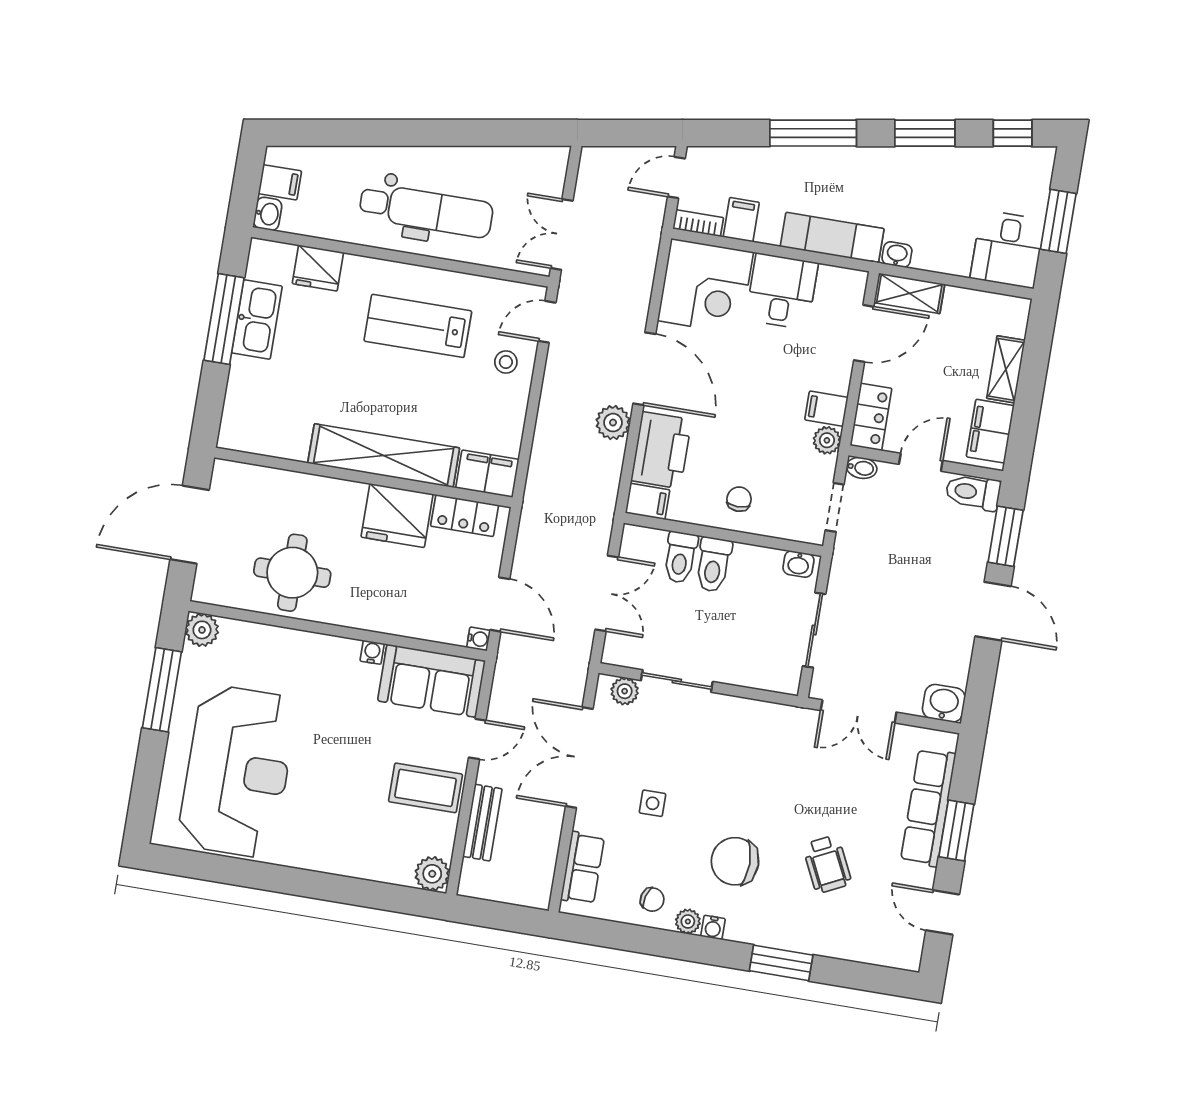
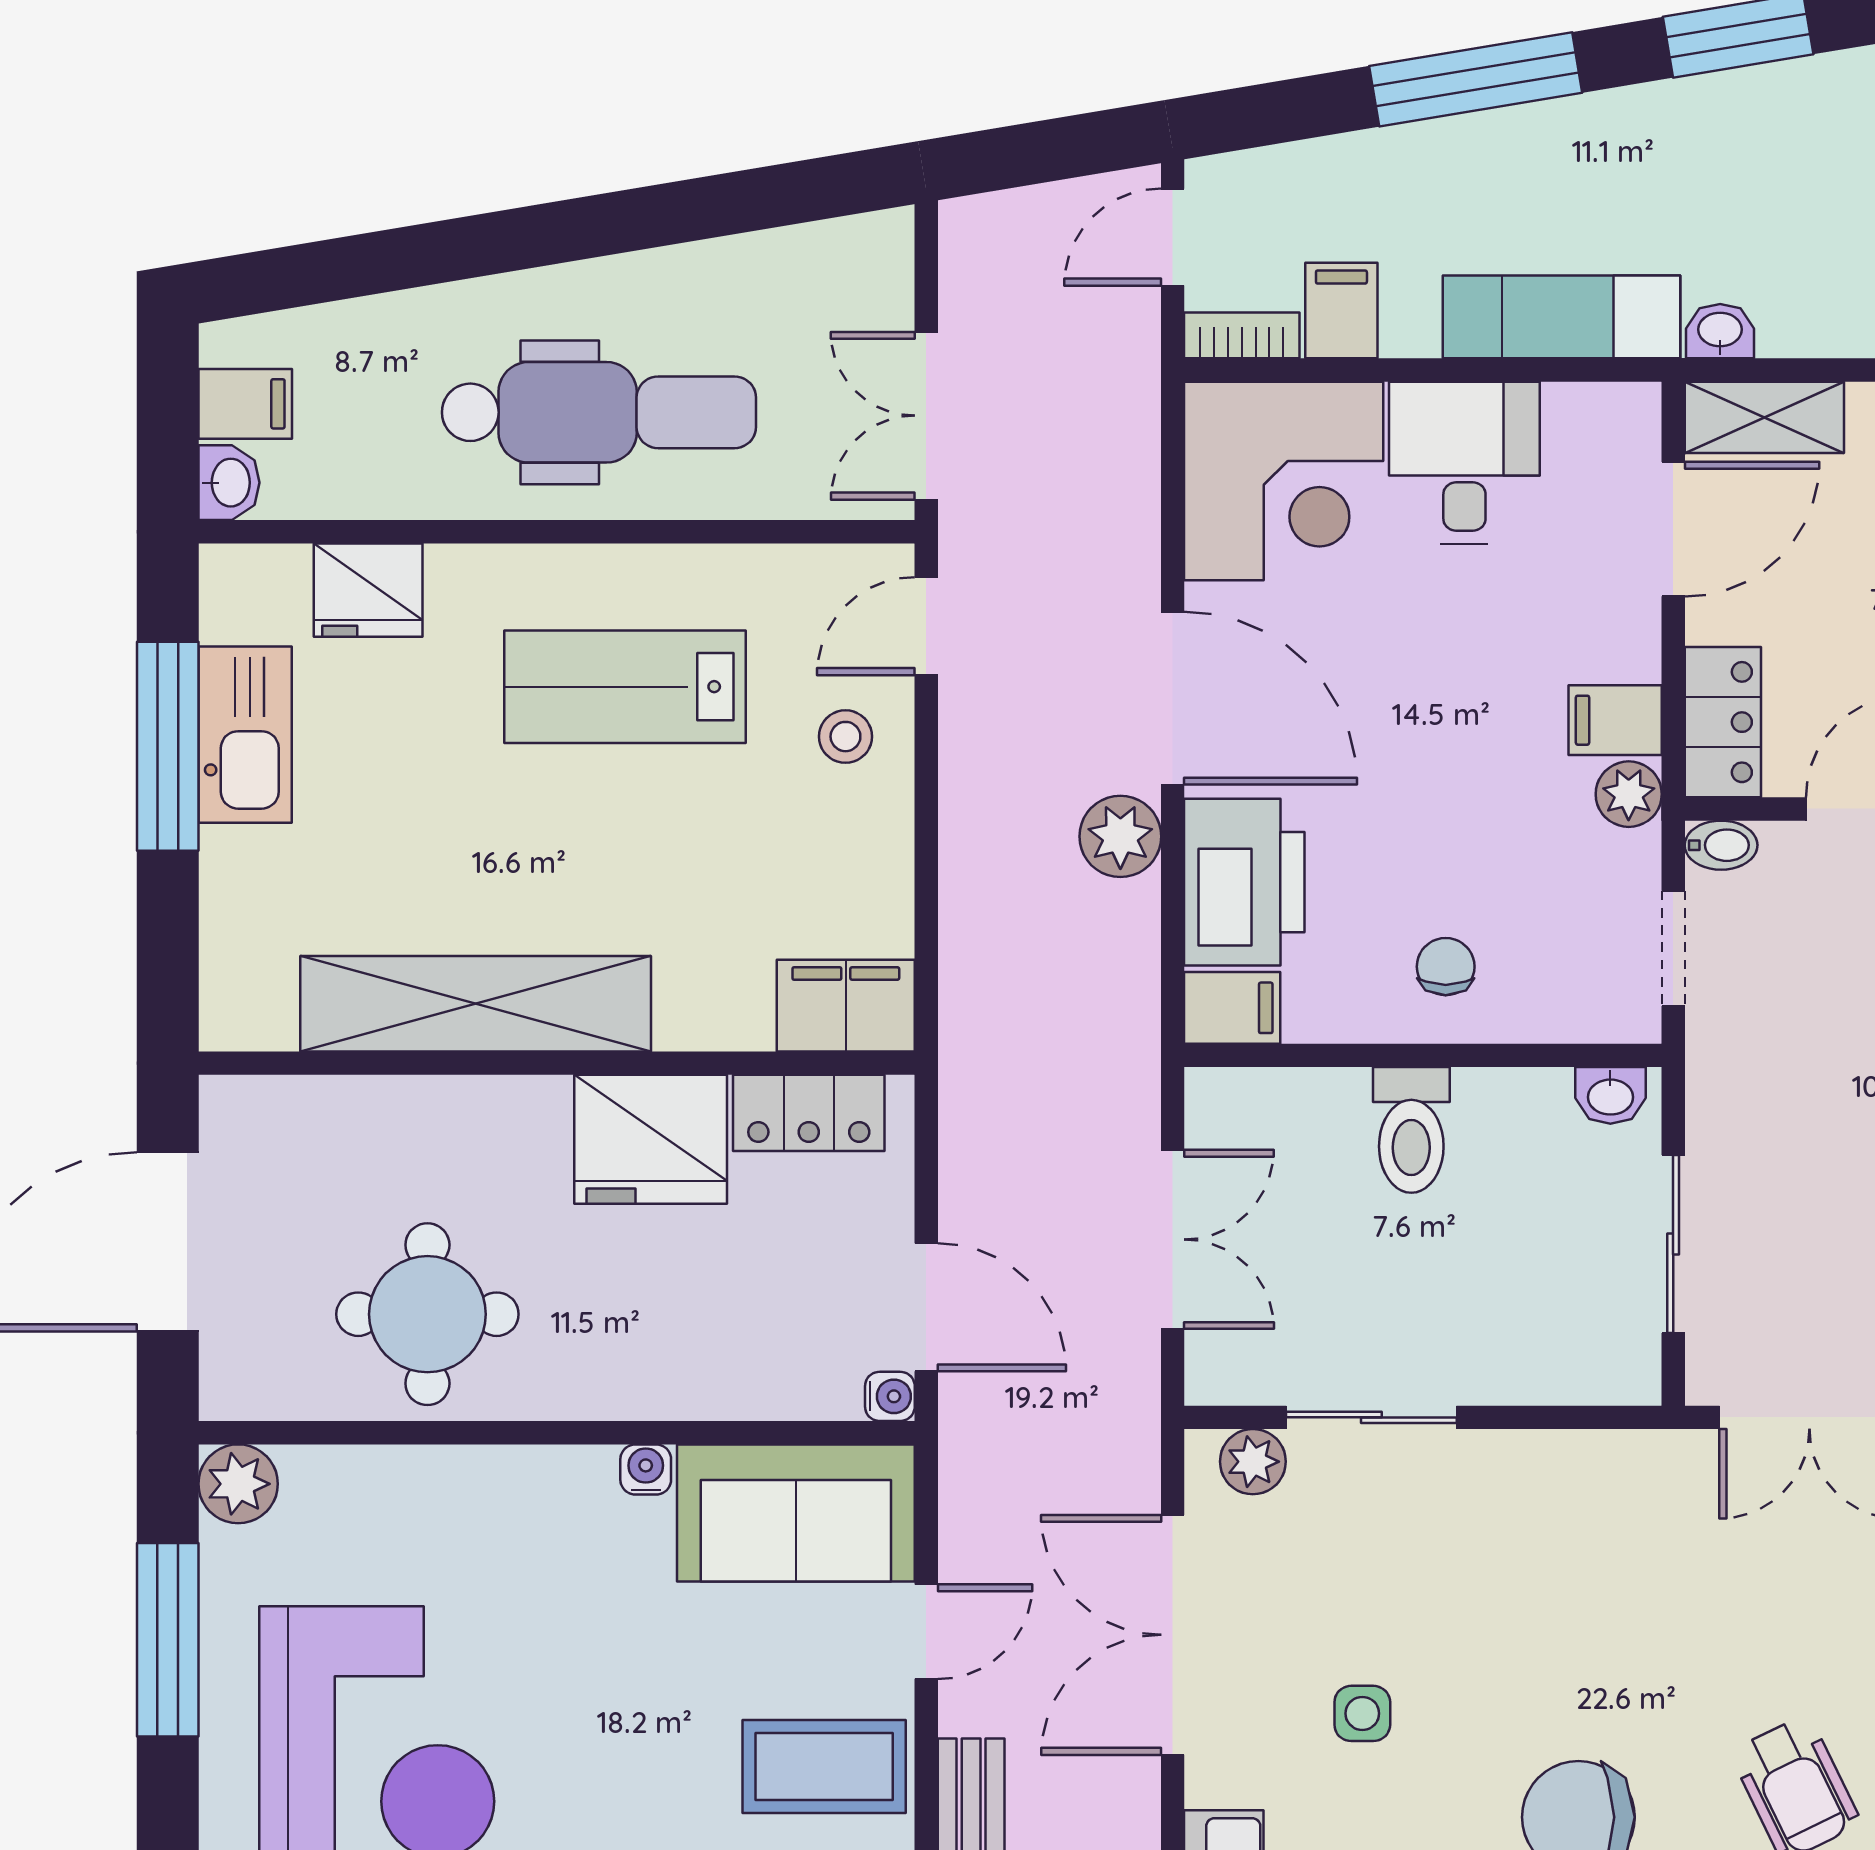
shelving: (384, 456) -> (476, 1004), moved
toilet: (680, 557) -> (1331, 1126), removed

